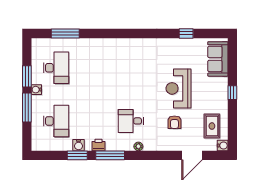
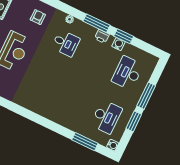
desk: (56, 68) -> (106, 117), turned 180
water cooler: (36, 90) -> (113, 145), moved
armchair: (174, 122) -> (38, 17), moved

